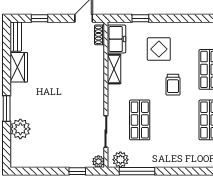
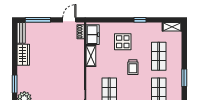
window: (39, 18) -> (38, 20), width x2.17
window: (140, 18) -> (140, 20), moved

